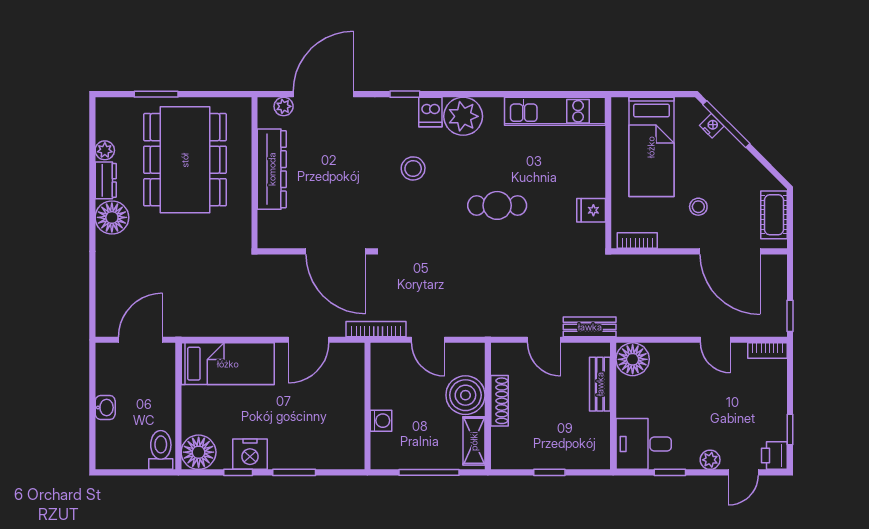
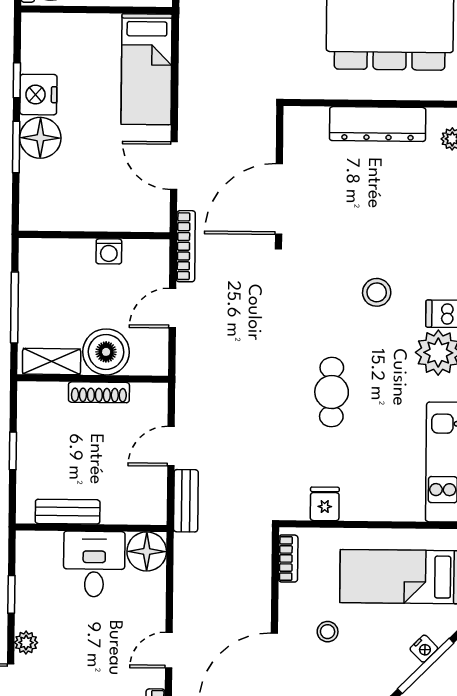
bench: (600, 384) -> (68, 512), moved
washing machine: (381, 421) -> (109, 251), moved
desk: (644, 444) -> (94, 564), moved
floor lamp: (199, 452) -> (40, 138), moved

